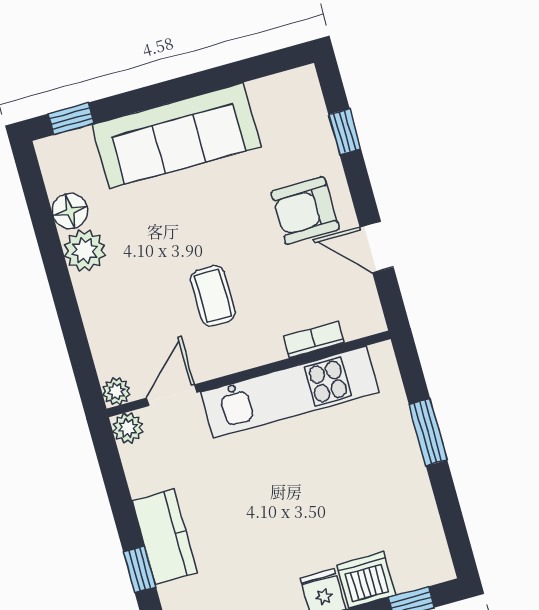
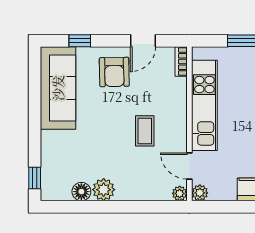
sofa: (177, 136) -> (58, 88), moved
coffee table: (213, 296) -> (145, 131), turned 90
bookcase: (314, 339) -> (181, 62), moved

